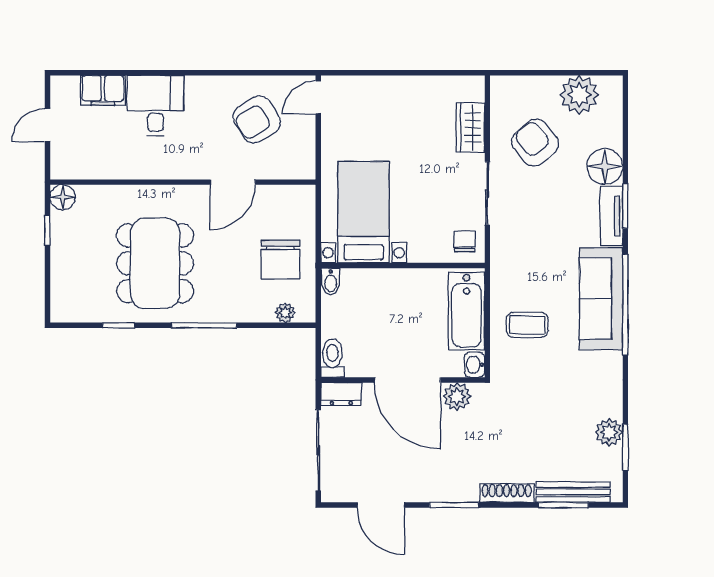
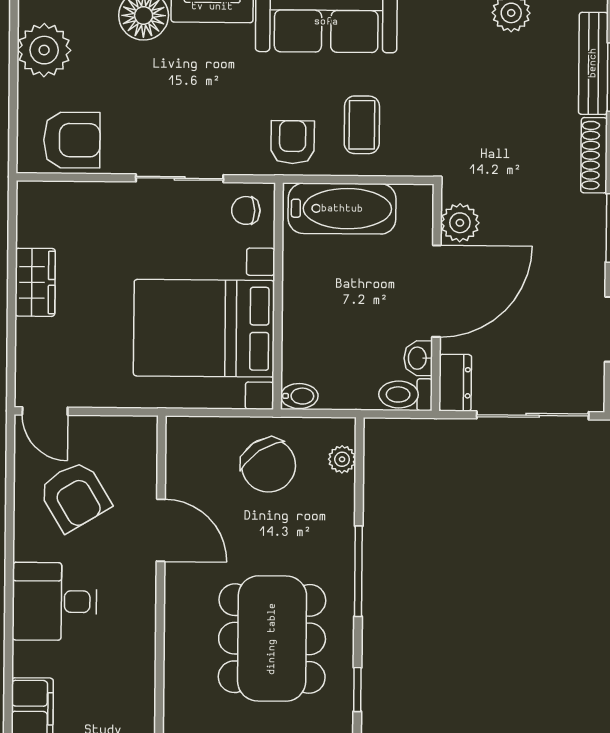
desk: (155, 106) -> (54, 601), moved
wardrobe: (470, 128) -> (35, 282), moved, turned -90
armchair: (535, 143) -> (72, 140), moved, turned -141
bed with nightstands: (364, 212) -> (204, 328), width x1.36
chair: (280, 260) -> (268, 465), turned 56
dining table: (155, 263) -> (272, 639), turned 90
armchair: (514, 275) -> (293, 142), added
washbasin: (475, 365) -> (418, 358), moved, turned 90

